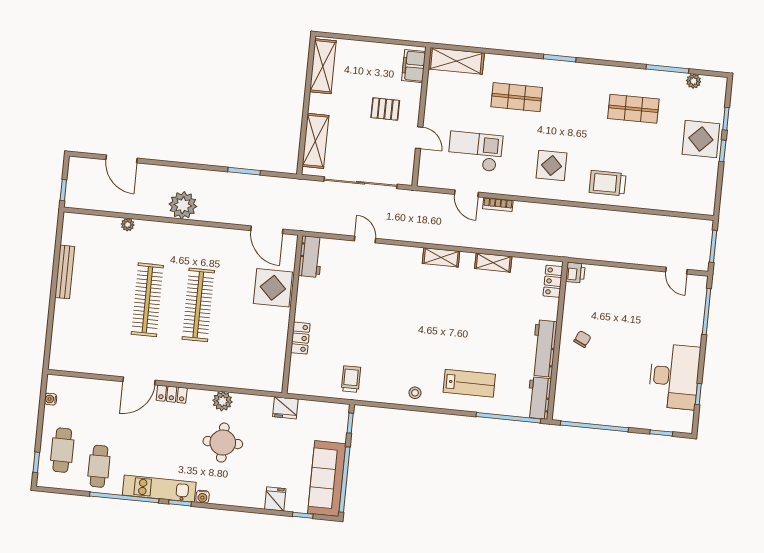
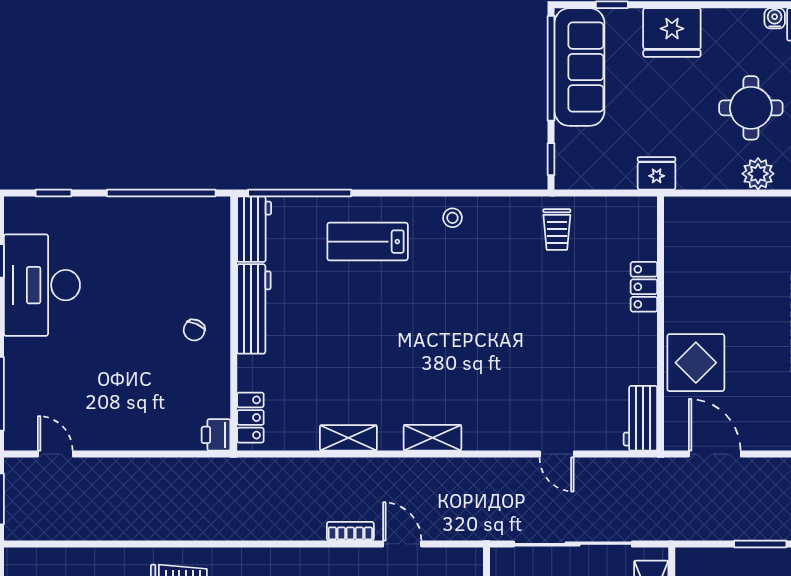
fridge: (275, 499) -> (672, 32), width x1.88, depth x1.34

